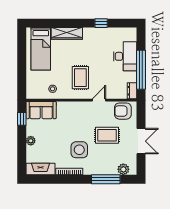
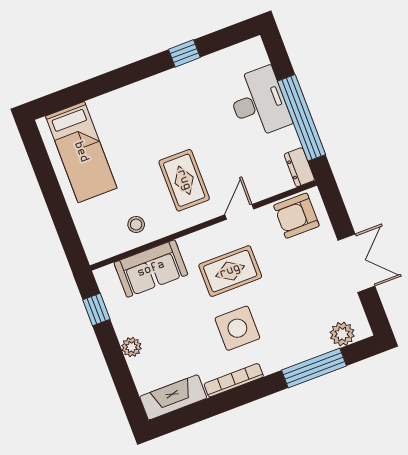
wardrobe: (67, 33) -> (122, 101), removed
sofa: (41, 110) -> (151, 269), moved
rug: (107, 135) -> (230, 271), moved

